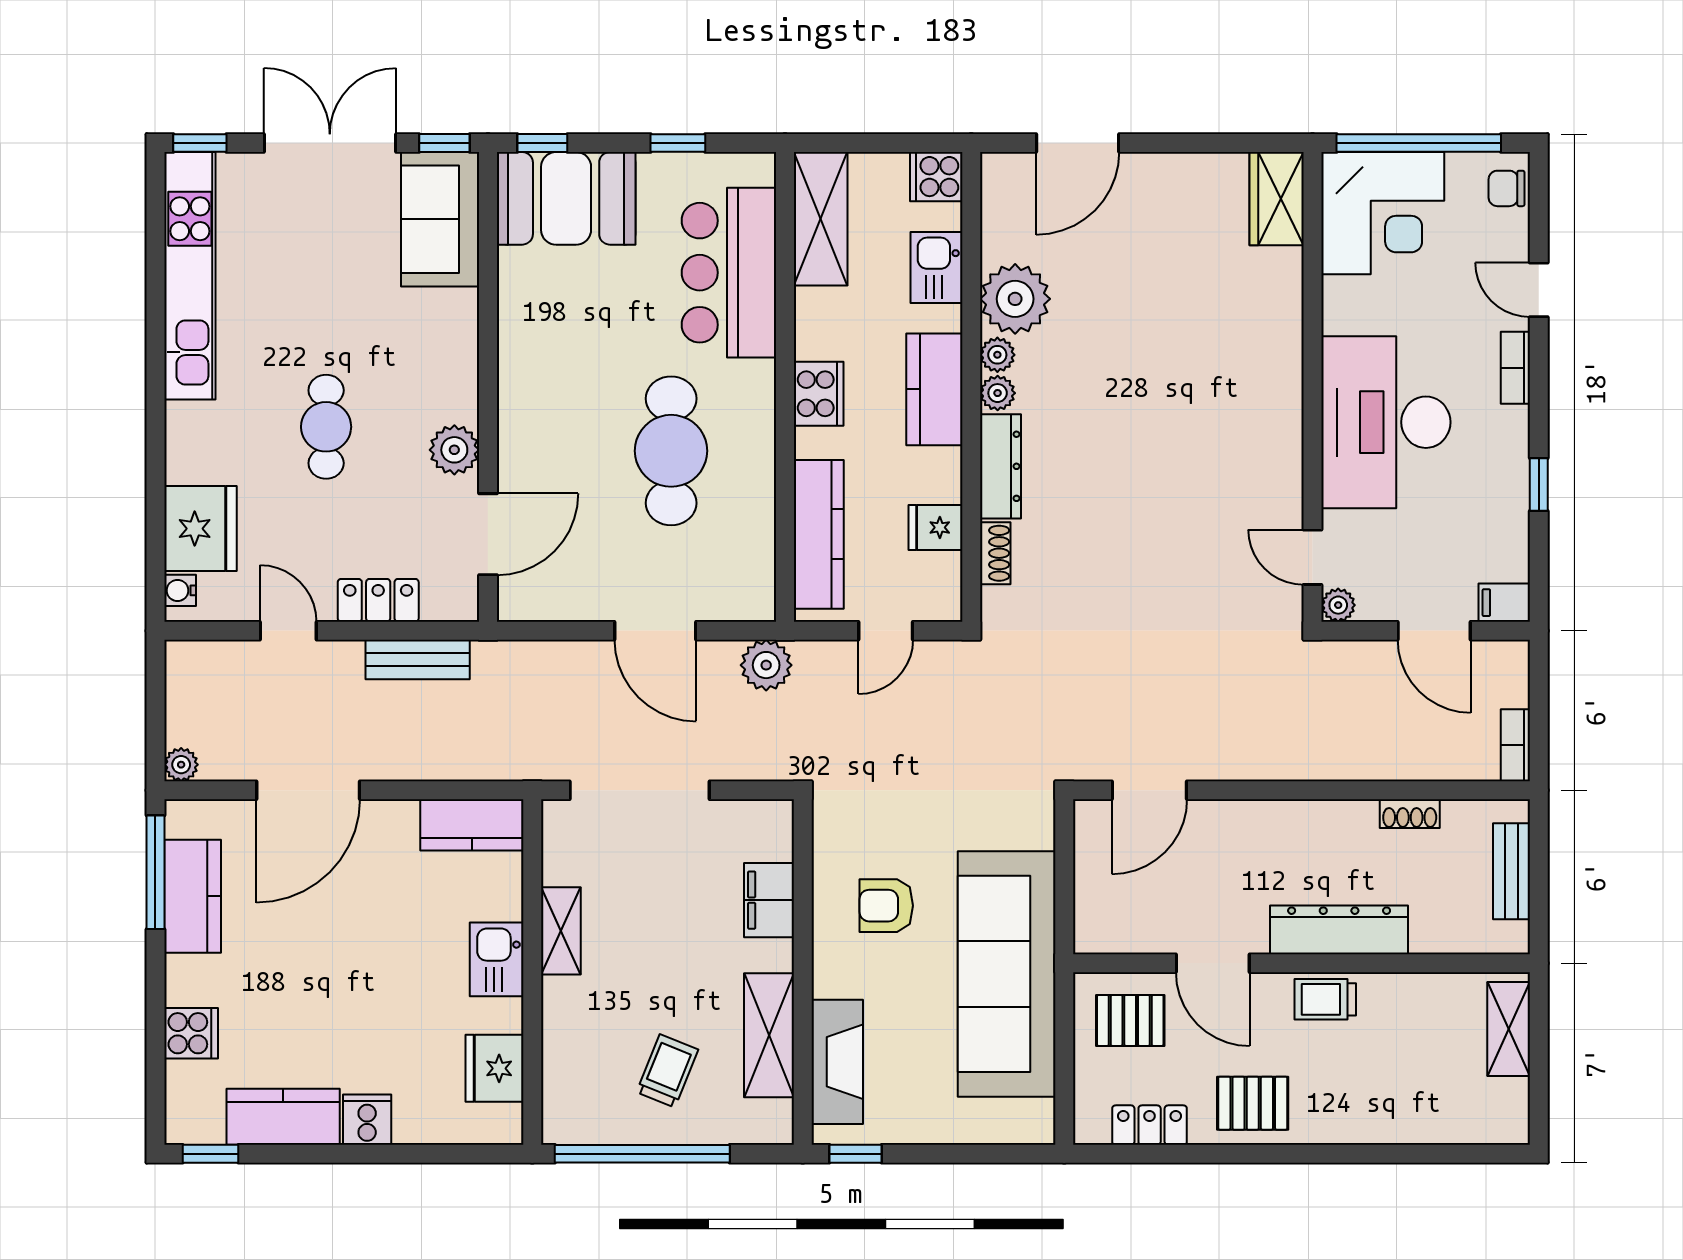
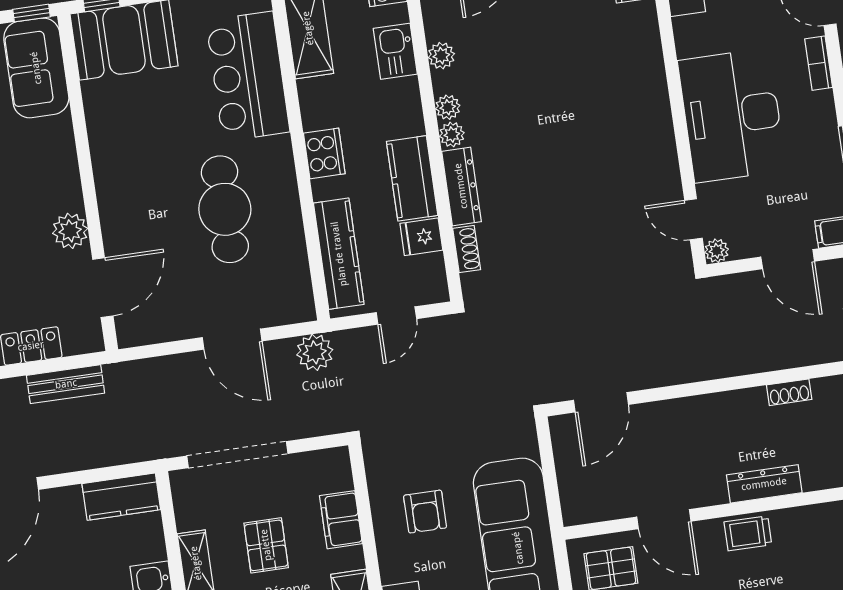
plant: (1015, 299) -> (441, 56), width x0.53, depth x0.53
kitchen counter: (934, 389) -> (412, 178), moved
armchair: (886, 906) -> (425, 512), turned -90
pallet: (661, 921) -> (266, 545), added
dresser: (1339, 930) -> (764, 484), width x0.73, depth x0.80

